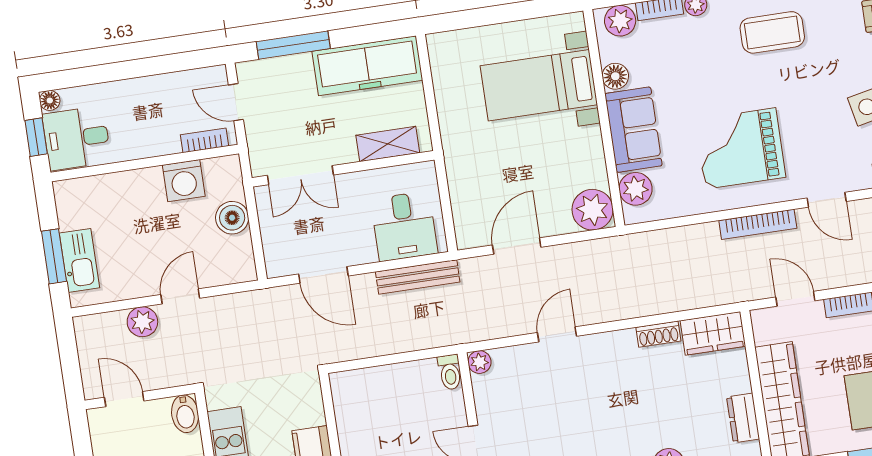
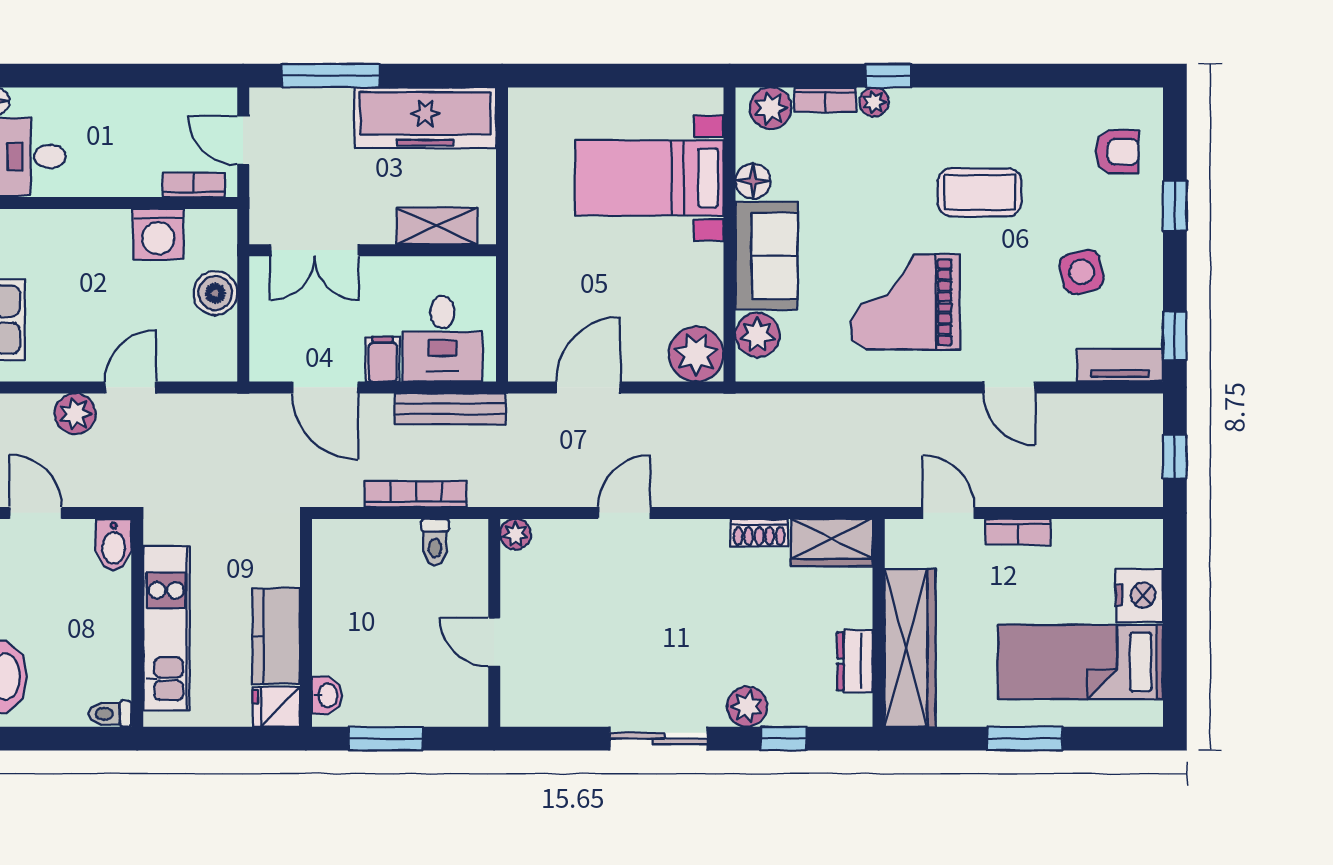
coffee table: (772, 32) -> (980, 192), moved
bookcase: (758, 224) -> (416, 494), moved, turned 180
filing cabinet: (363, 248) -> (383, 359), added
toilet: (450, 372) -> (435, 542), moved

